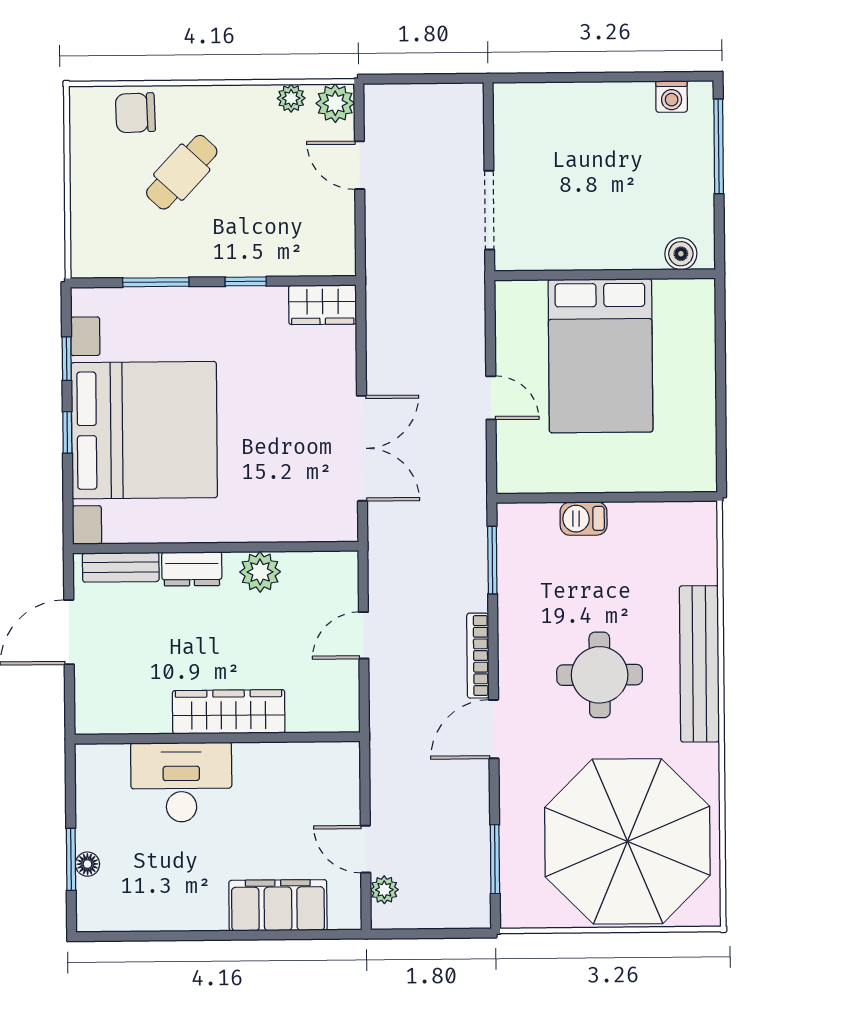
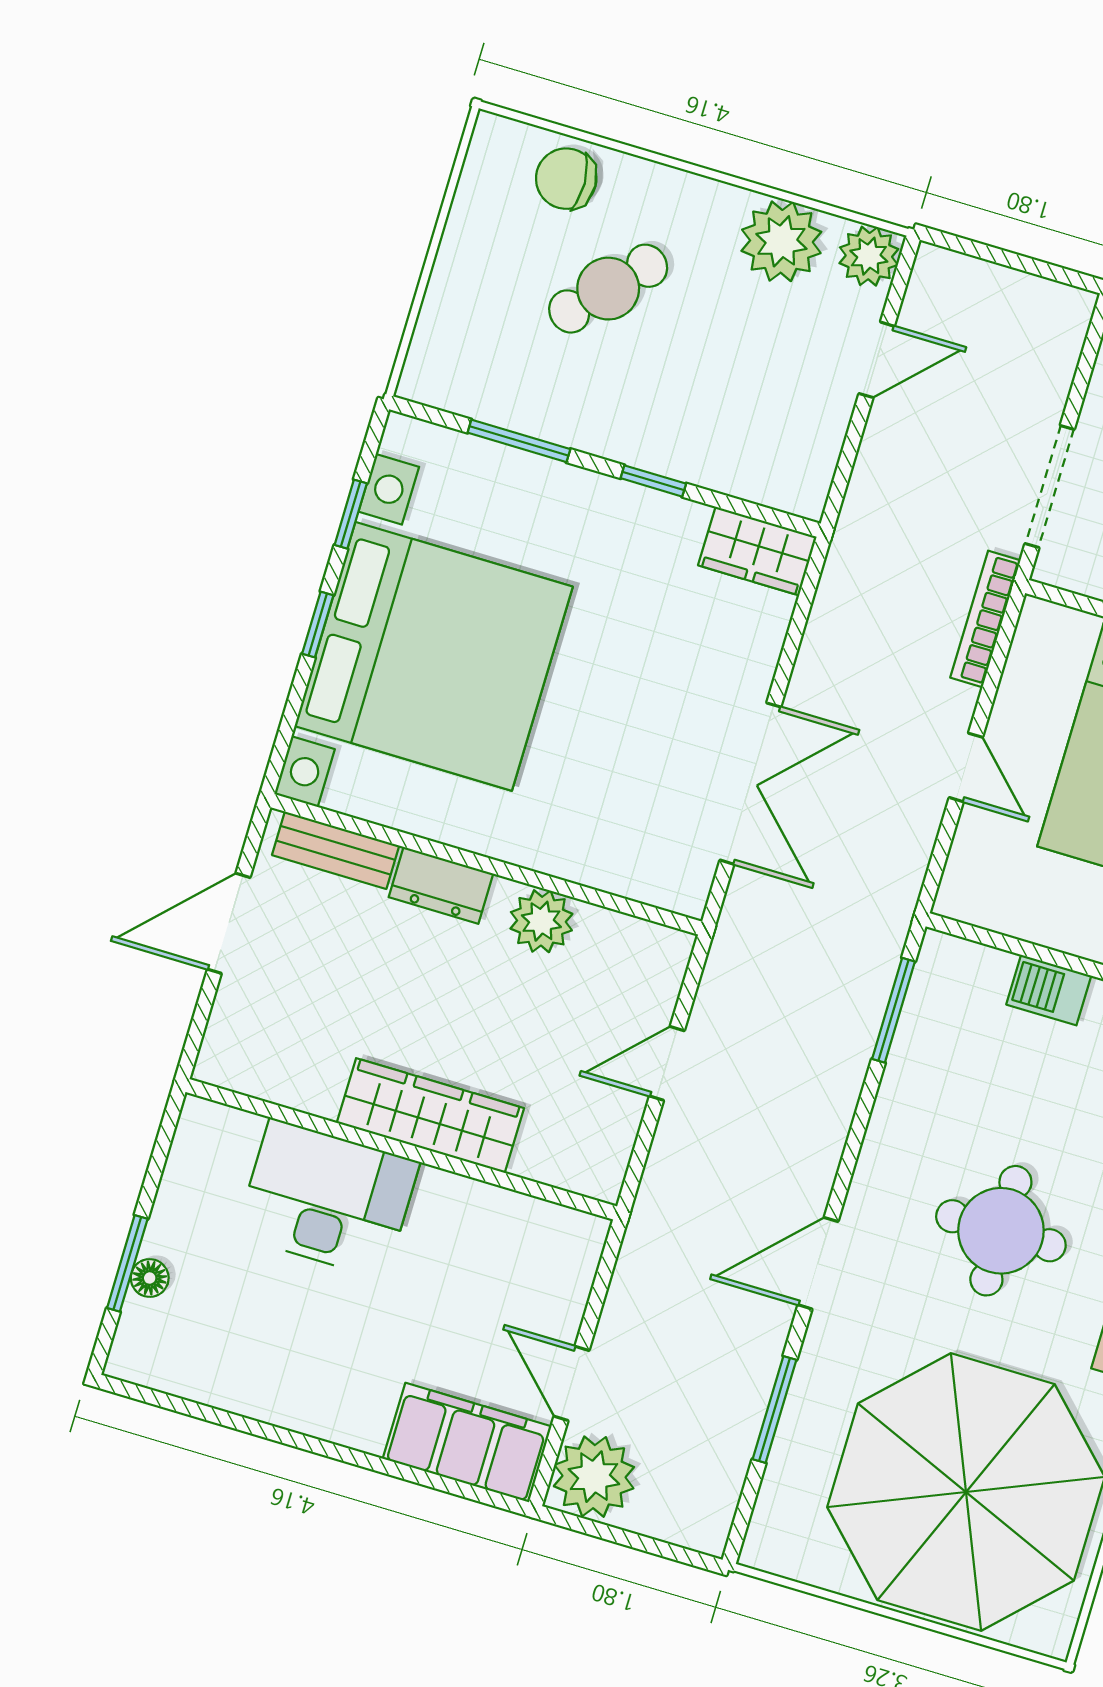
plant: (291, 98) -> (781, 241), width x1.88, depth x1.88
door: (360, 165) -> (877, 360), swing flipped
bookcase: (478, 656) -> (985, 619), moved
window: (495, 859) -> (774, 1409), moved
plant: (384, 890) -> (594, 1477), width x1.88, depth x1.88
filing cabinet: (278, 905) -> (467, 1442), moved

